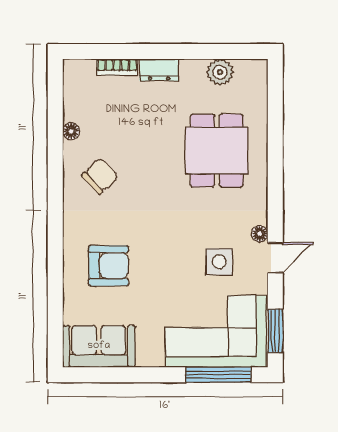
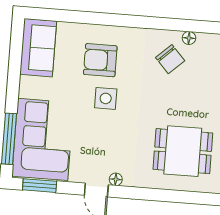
floor lamp: (71, 131) -> (189, 38), moved
side table: (219, 262) -> (106, 98), moved
armchair: (108, 266) -> (100, 60), turned 90

